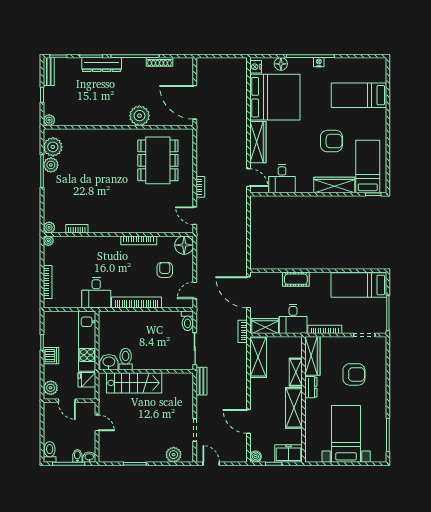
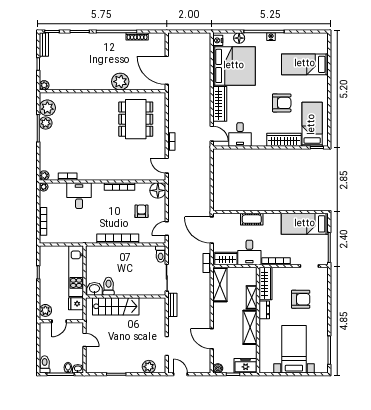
dresser: (102, 65) -> (88, 39), removed
desk: (96, 293) -> (79, 196), moved, turned 180
dishwasher: (51, 356) -> (46, 283), removed
door: (67, 401) -> (59, 321), hinge flipped

